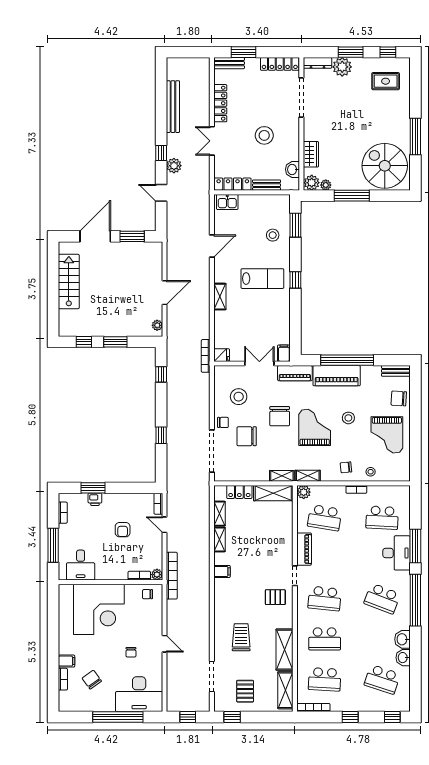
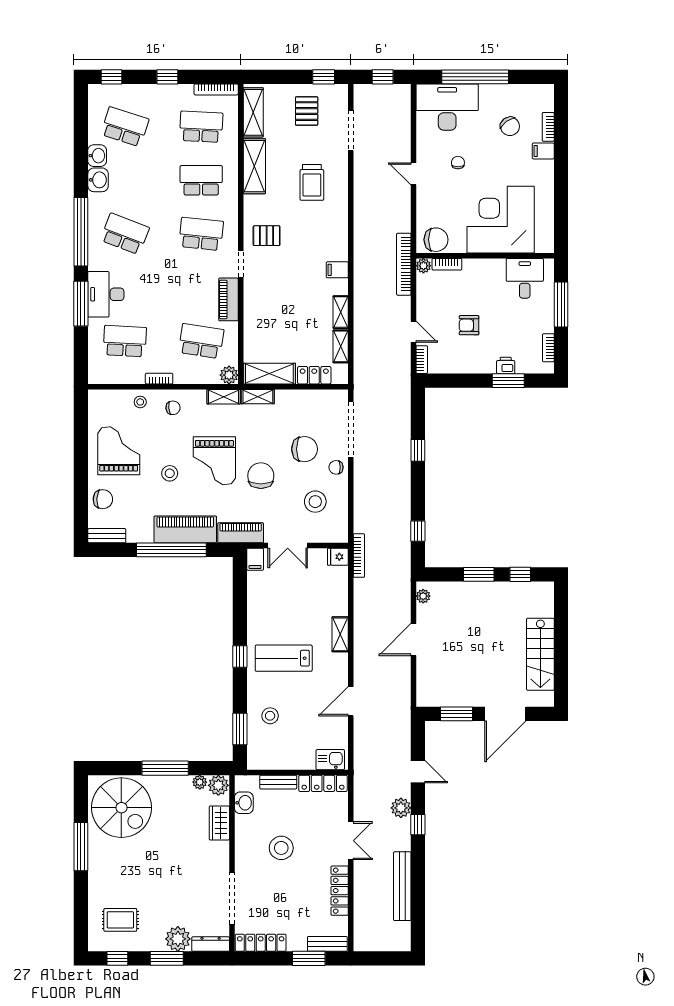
armchair: (123, 530) -> (469, 325), turned -90
chair: (148, 594) -> (436, 240), width x1.87, depth x1.87

